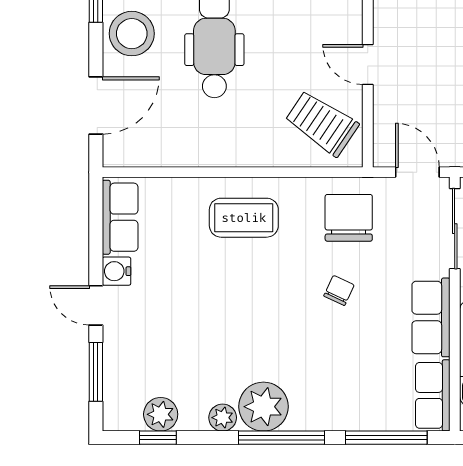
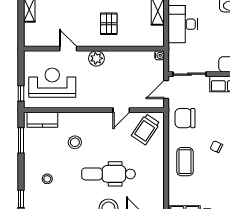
chair: (339, 290) -> (216, 147), moved

